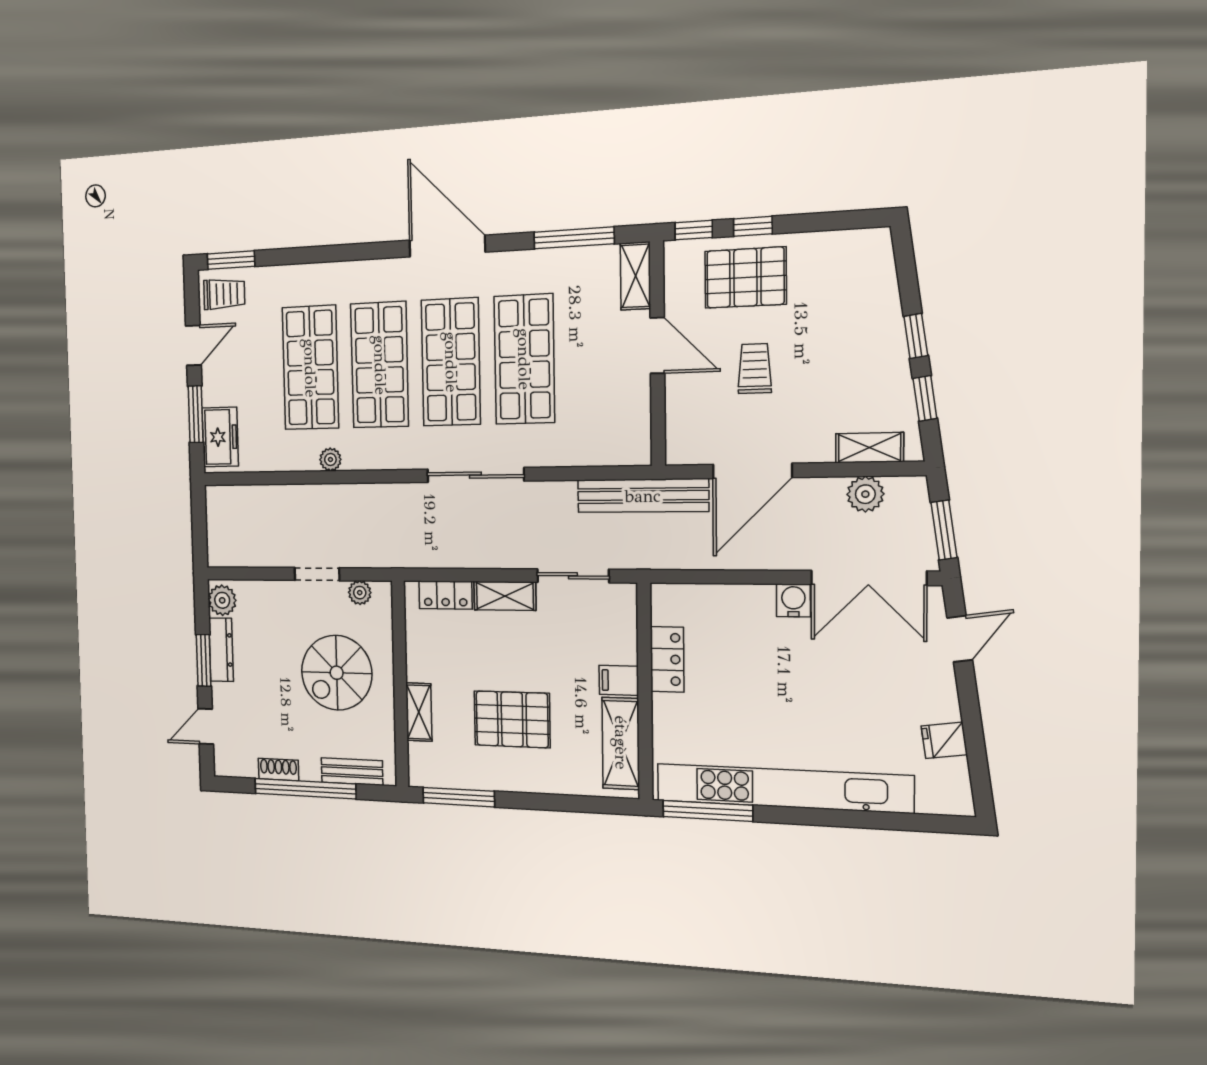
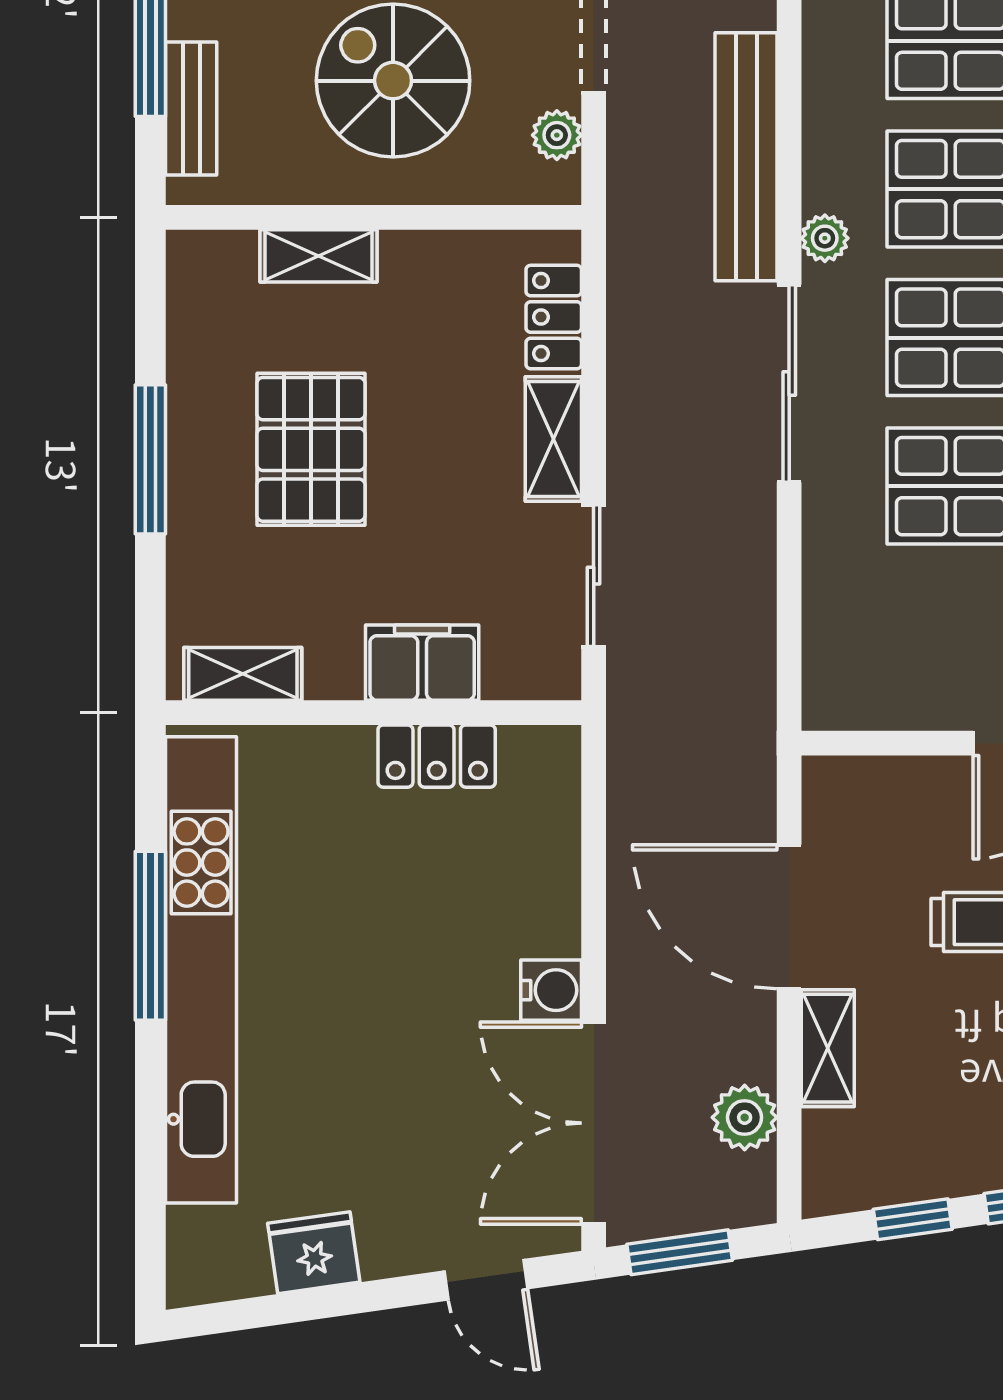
shelving: (869, 448) -> (828, 1048), moved
plant: (330, 459) -> (825, 238), moved
bench: (643, 496) -> (746, 157), moved
filing cabinet: (619, 680) -> (422, 663), width x2.00
fridge: (944, 740) -> (314, 1253), width x1.38
shelving: (621, 743) -> (243, 674), width x0.67, depth x0.75
window: (459, 797) -> (150, 459), moved
window: (708, 811) -> (150, 936), moved

